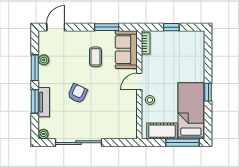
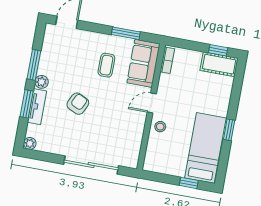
window: (171, 27) -> (218, 50), moved
plant: (44, 60) -> (42, 82), moved
cot: (162, 131) -> (219, 64), moved
sliding door: (79, 143) -> (91, 165), moved
window: (182, 143) -> (189, 183), width x0.46

